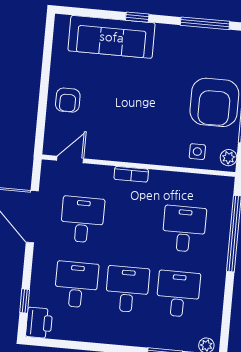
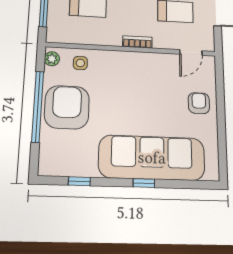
window: (205, 23) -> (79, 181), width x0.46
sofa: (112, 37) -> (152, 158), width x1.36, depth x1.27

